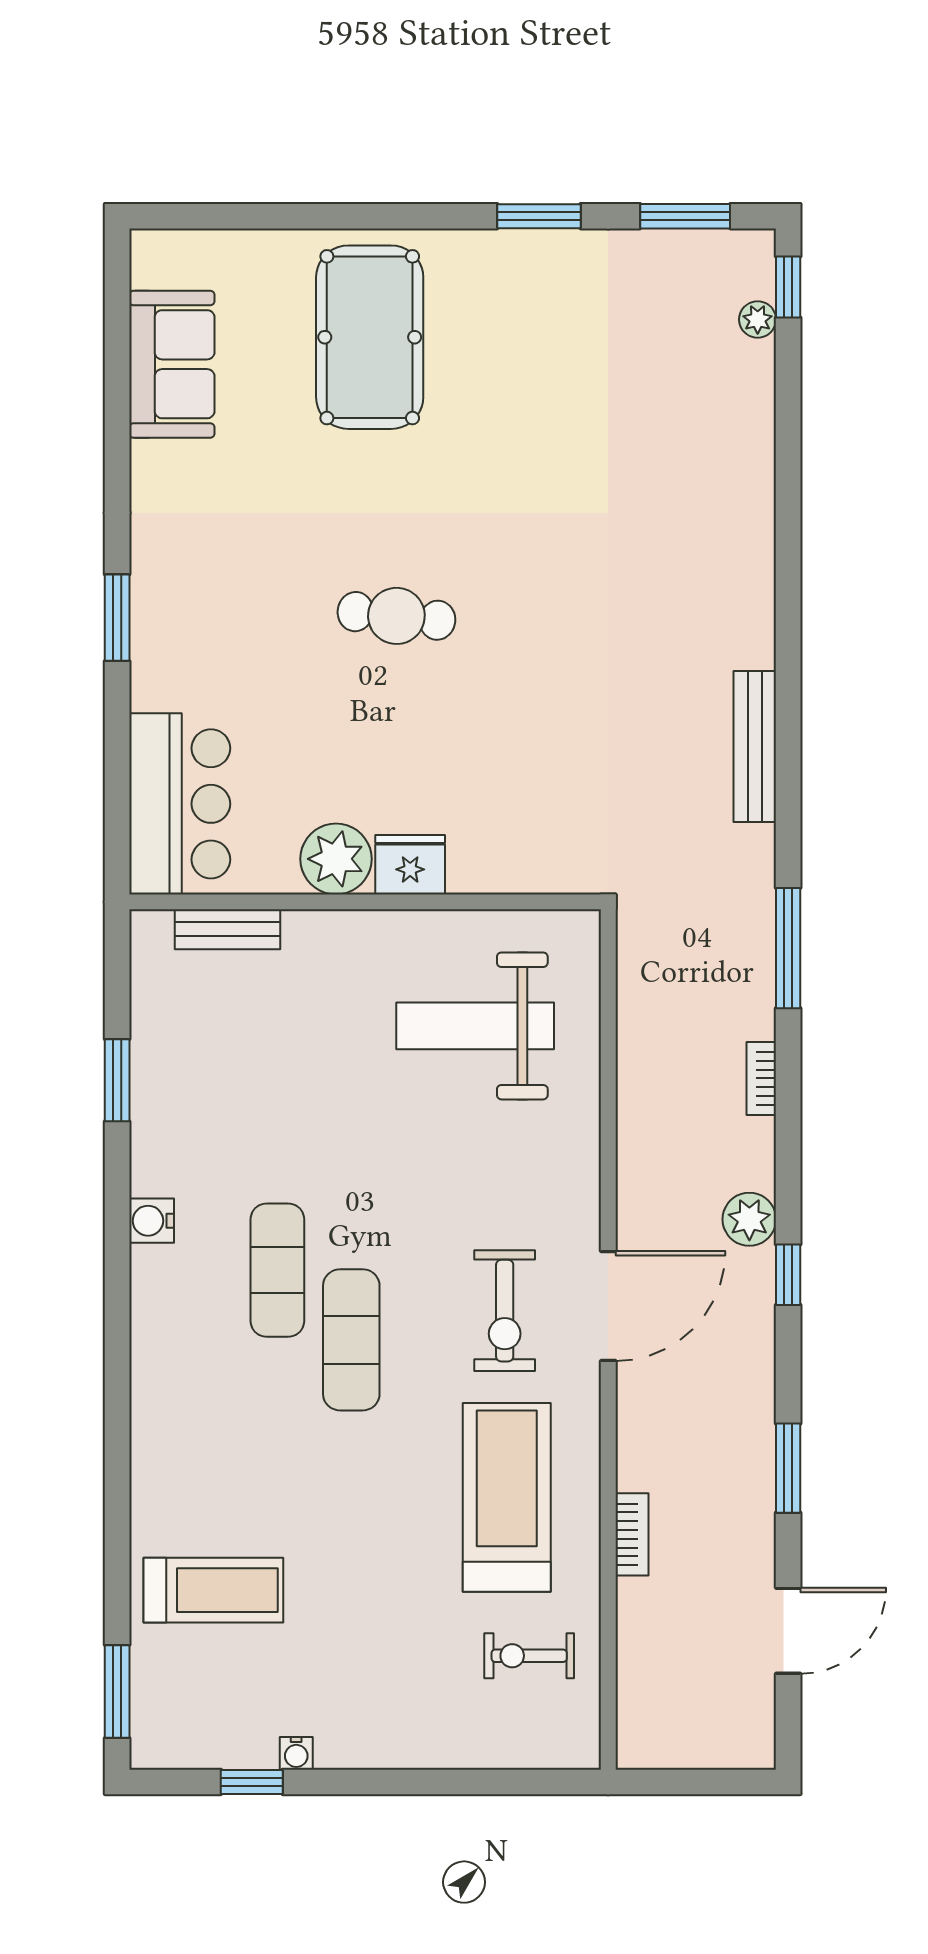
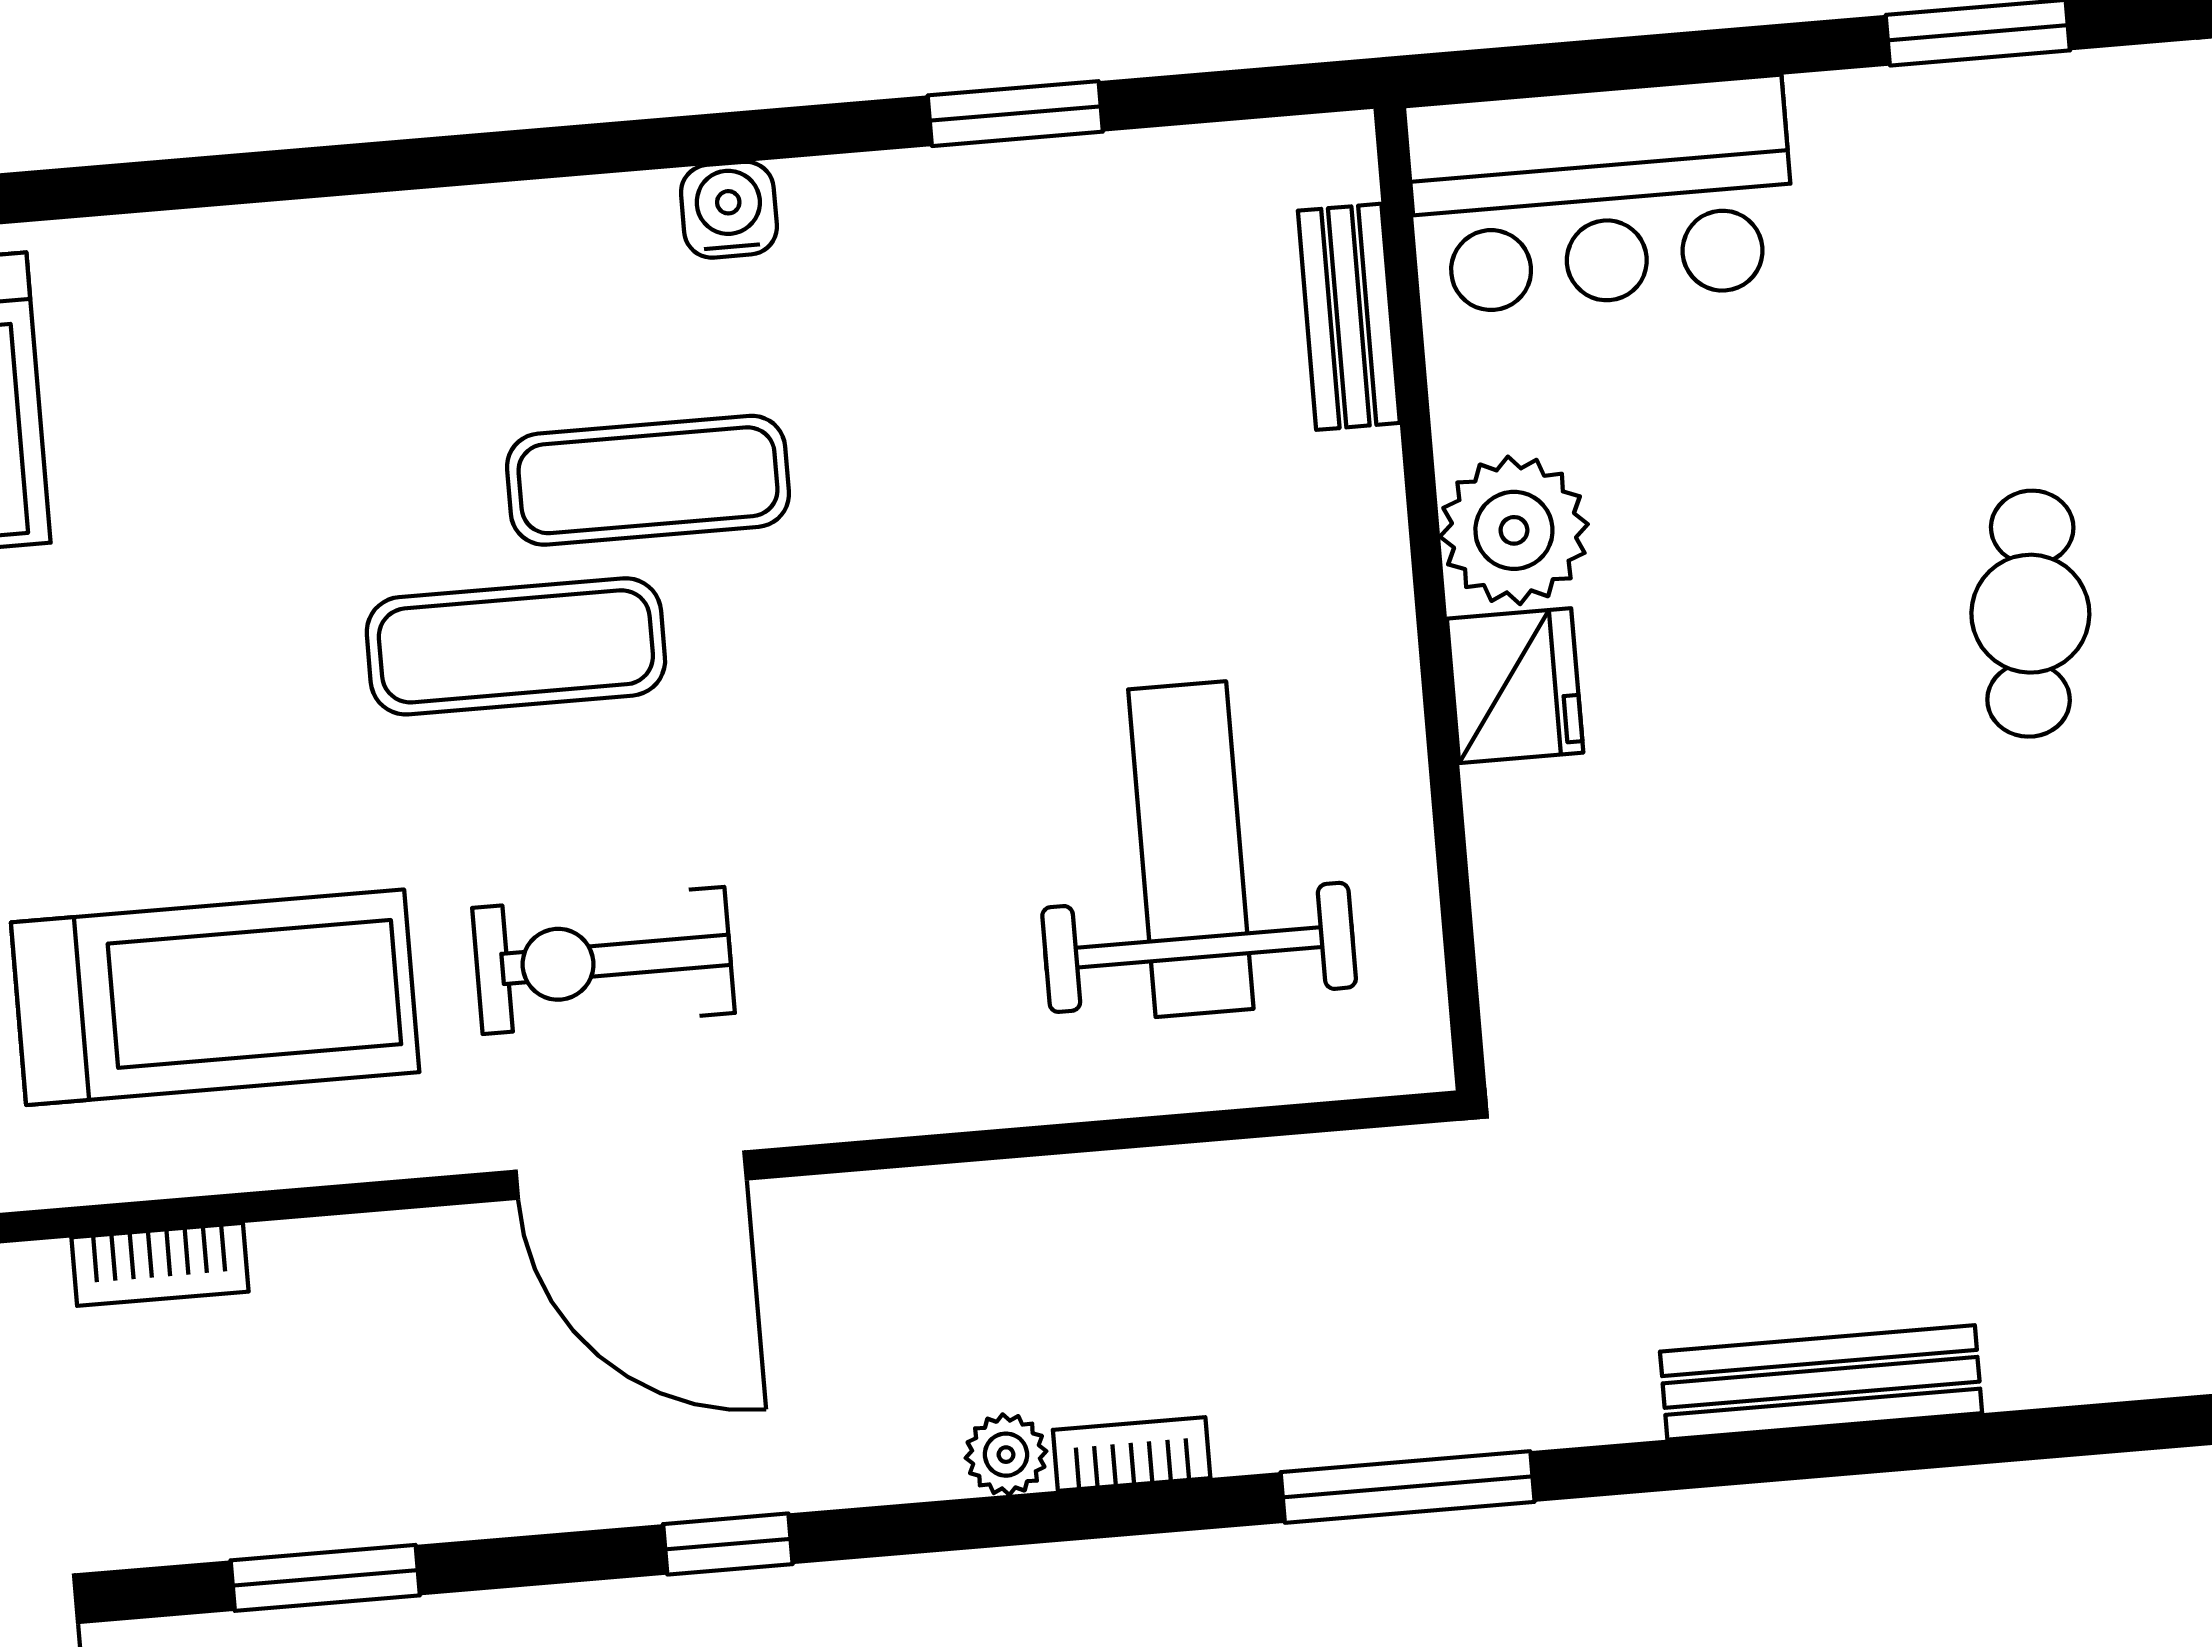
plant: (749, 1219) -> (1006, 1455), moved, width x0.73, depth x0.73

